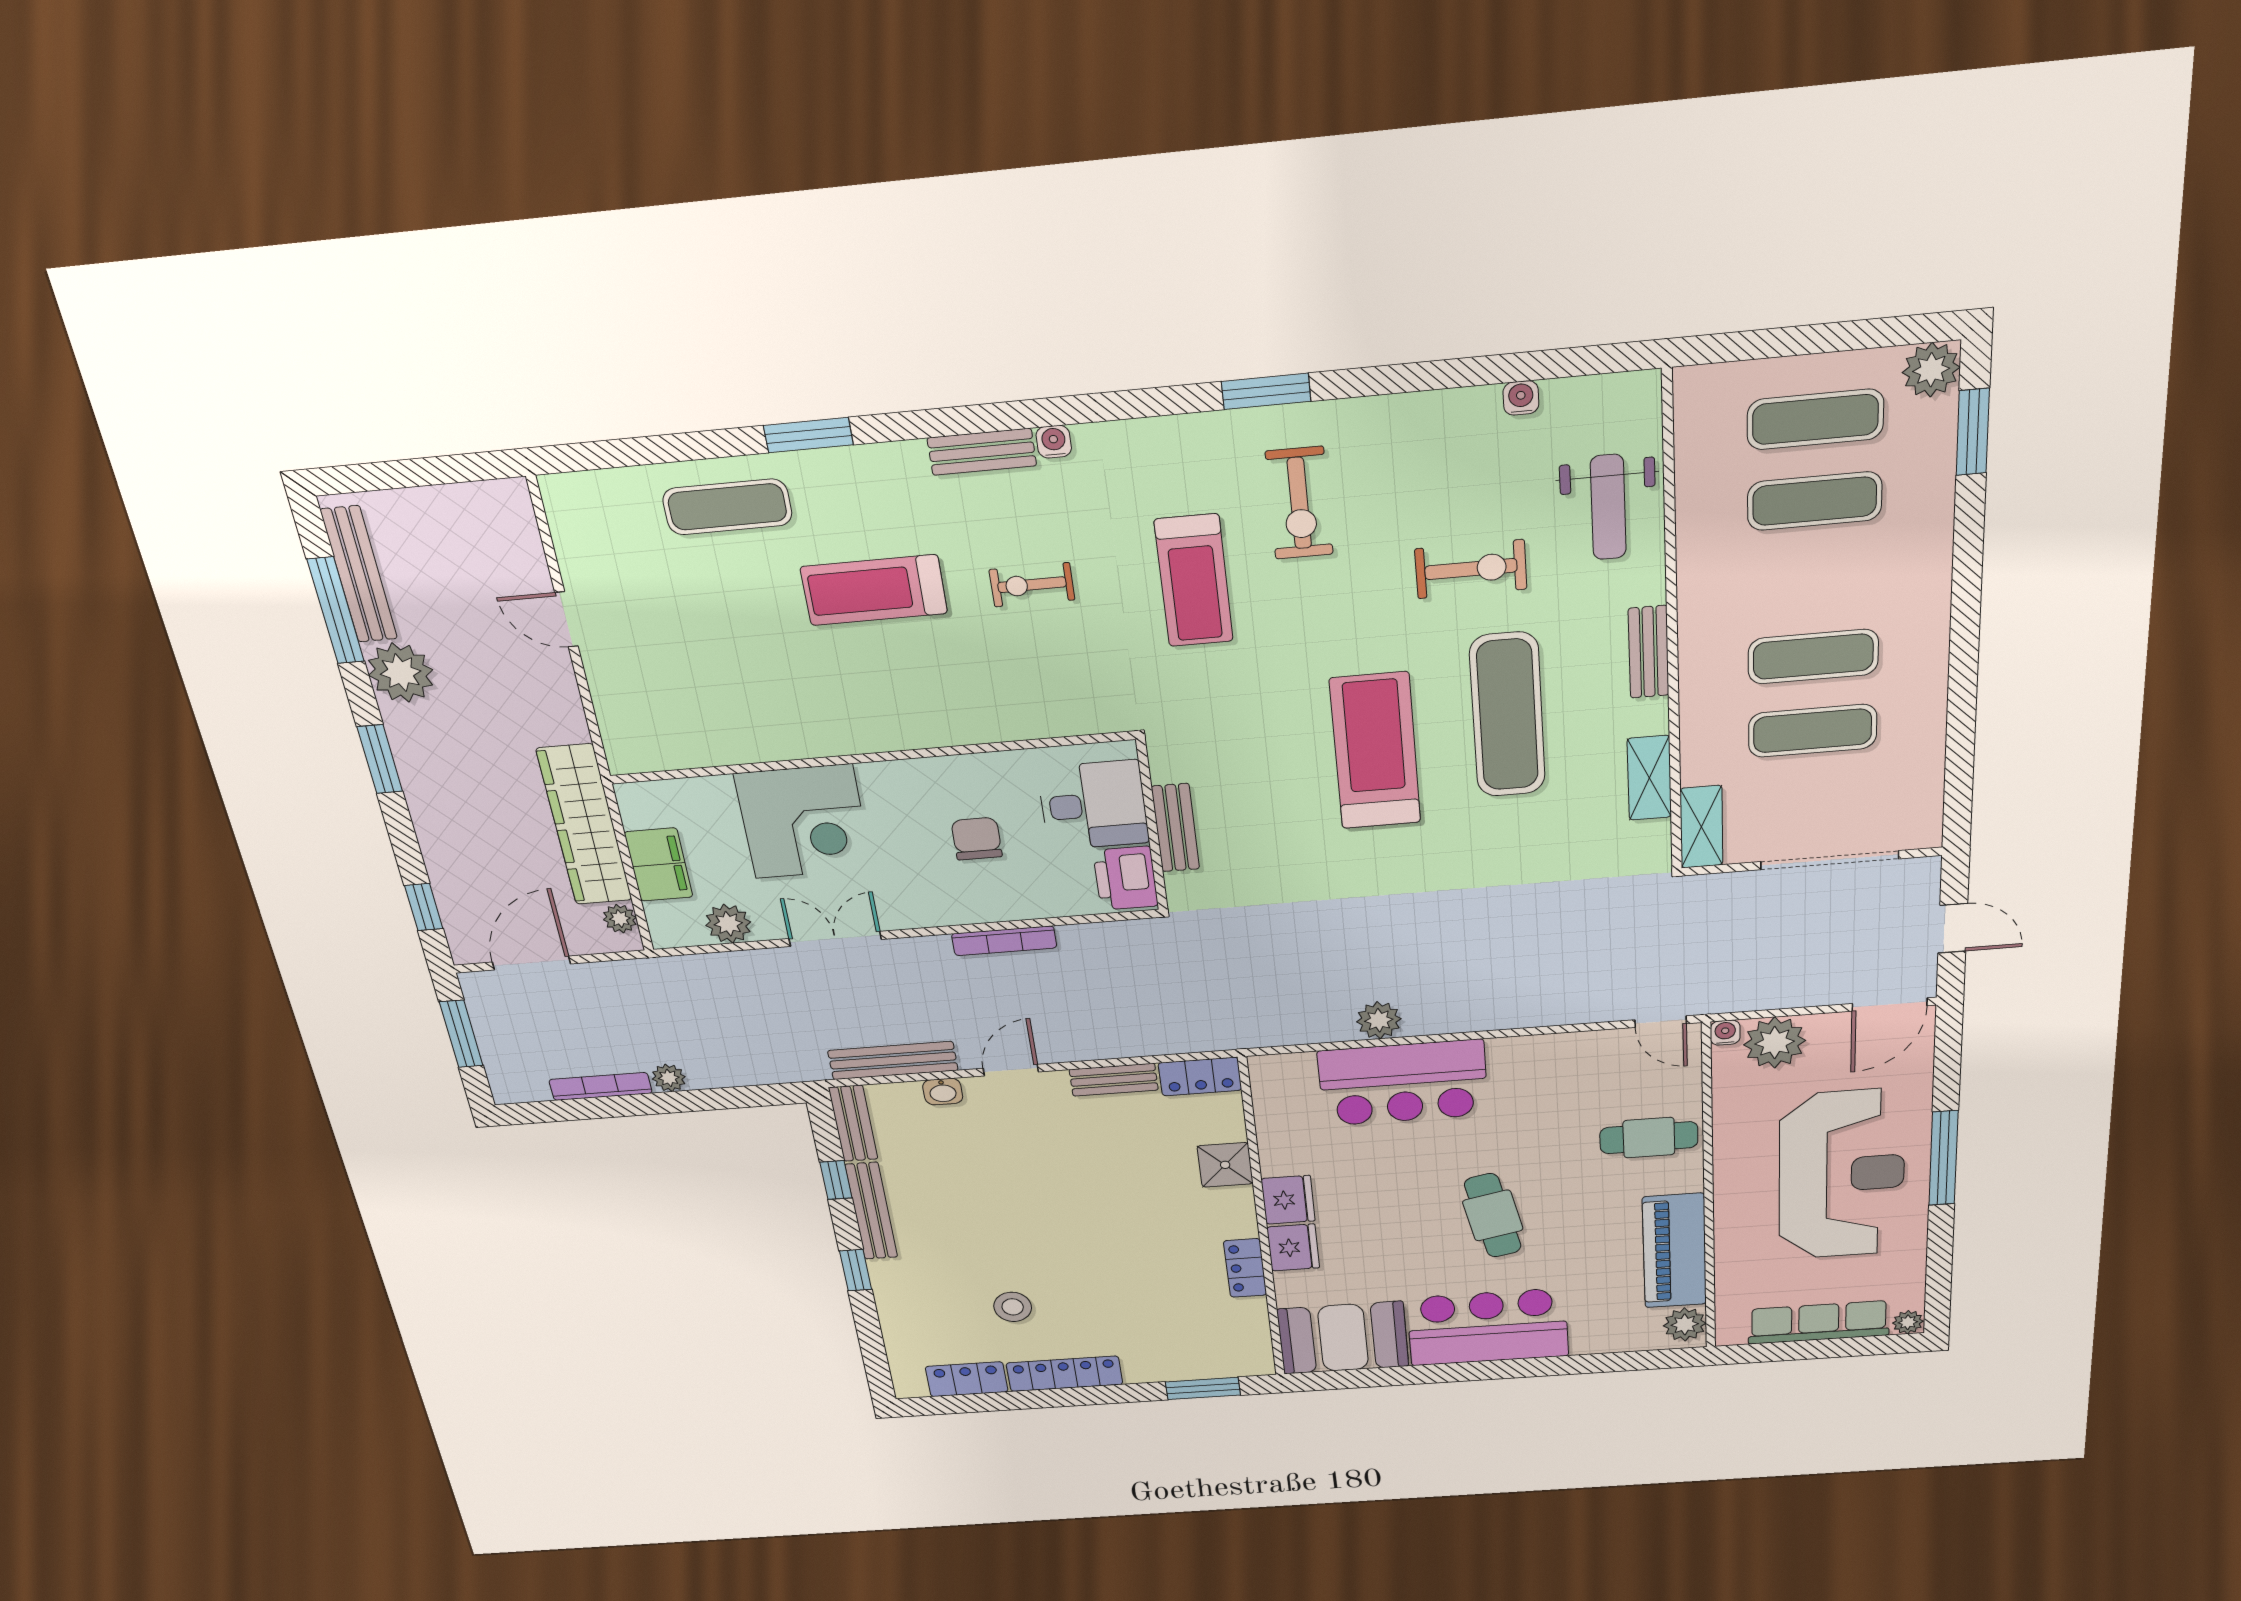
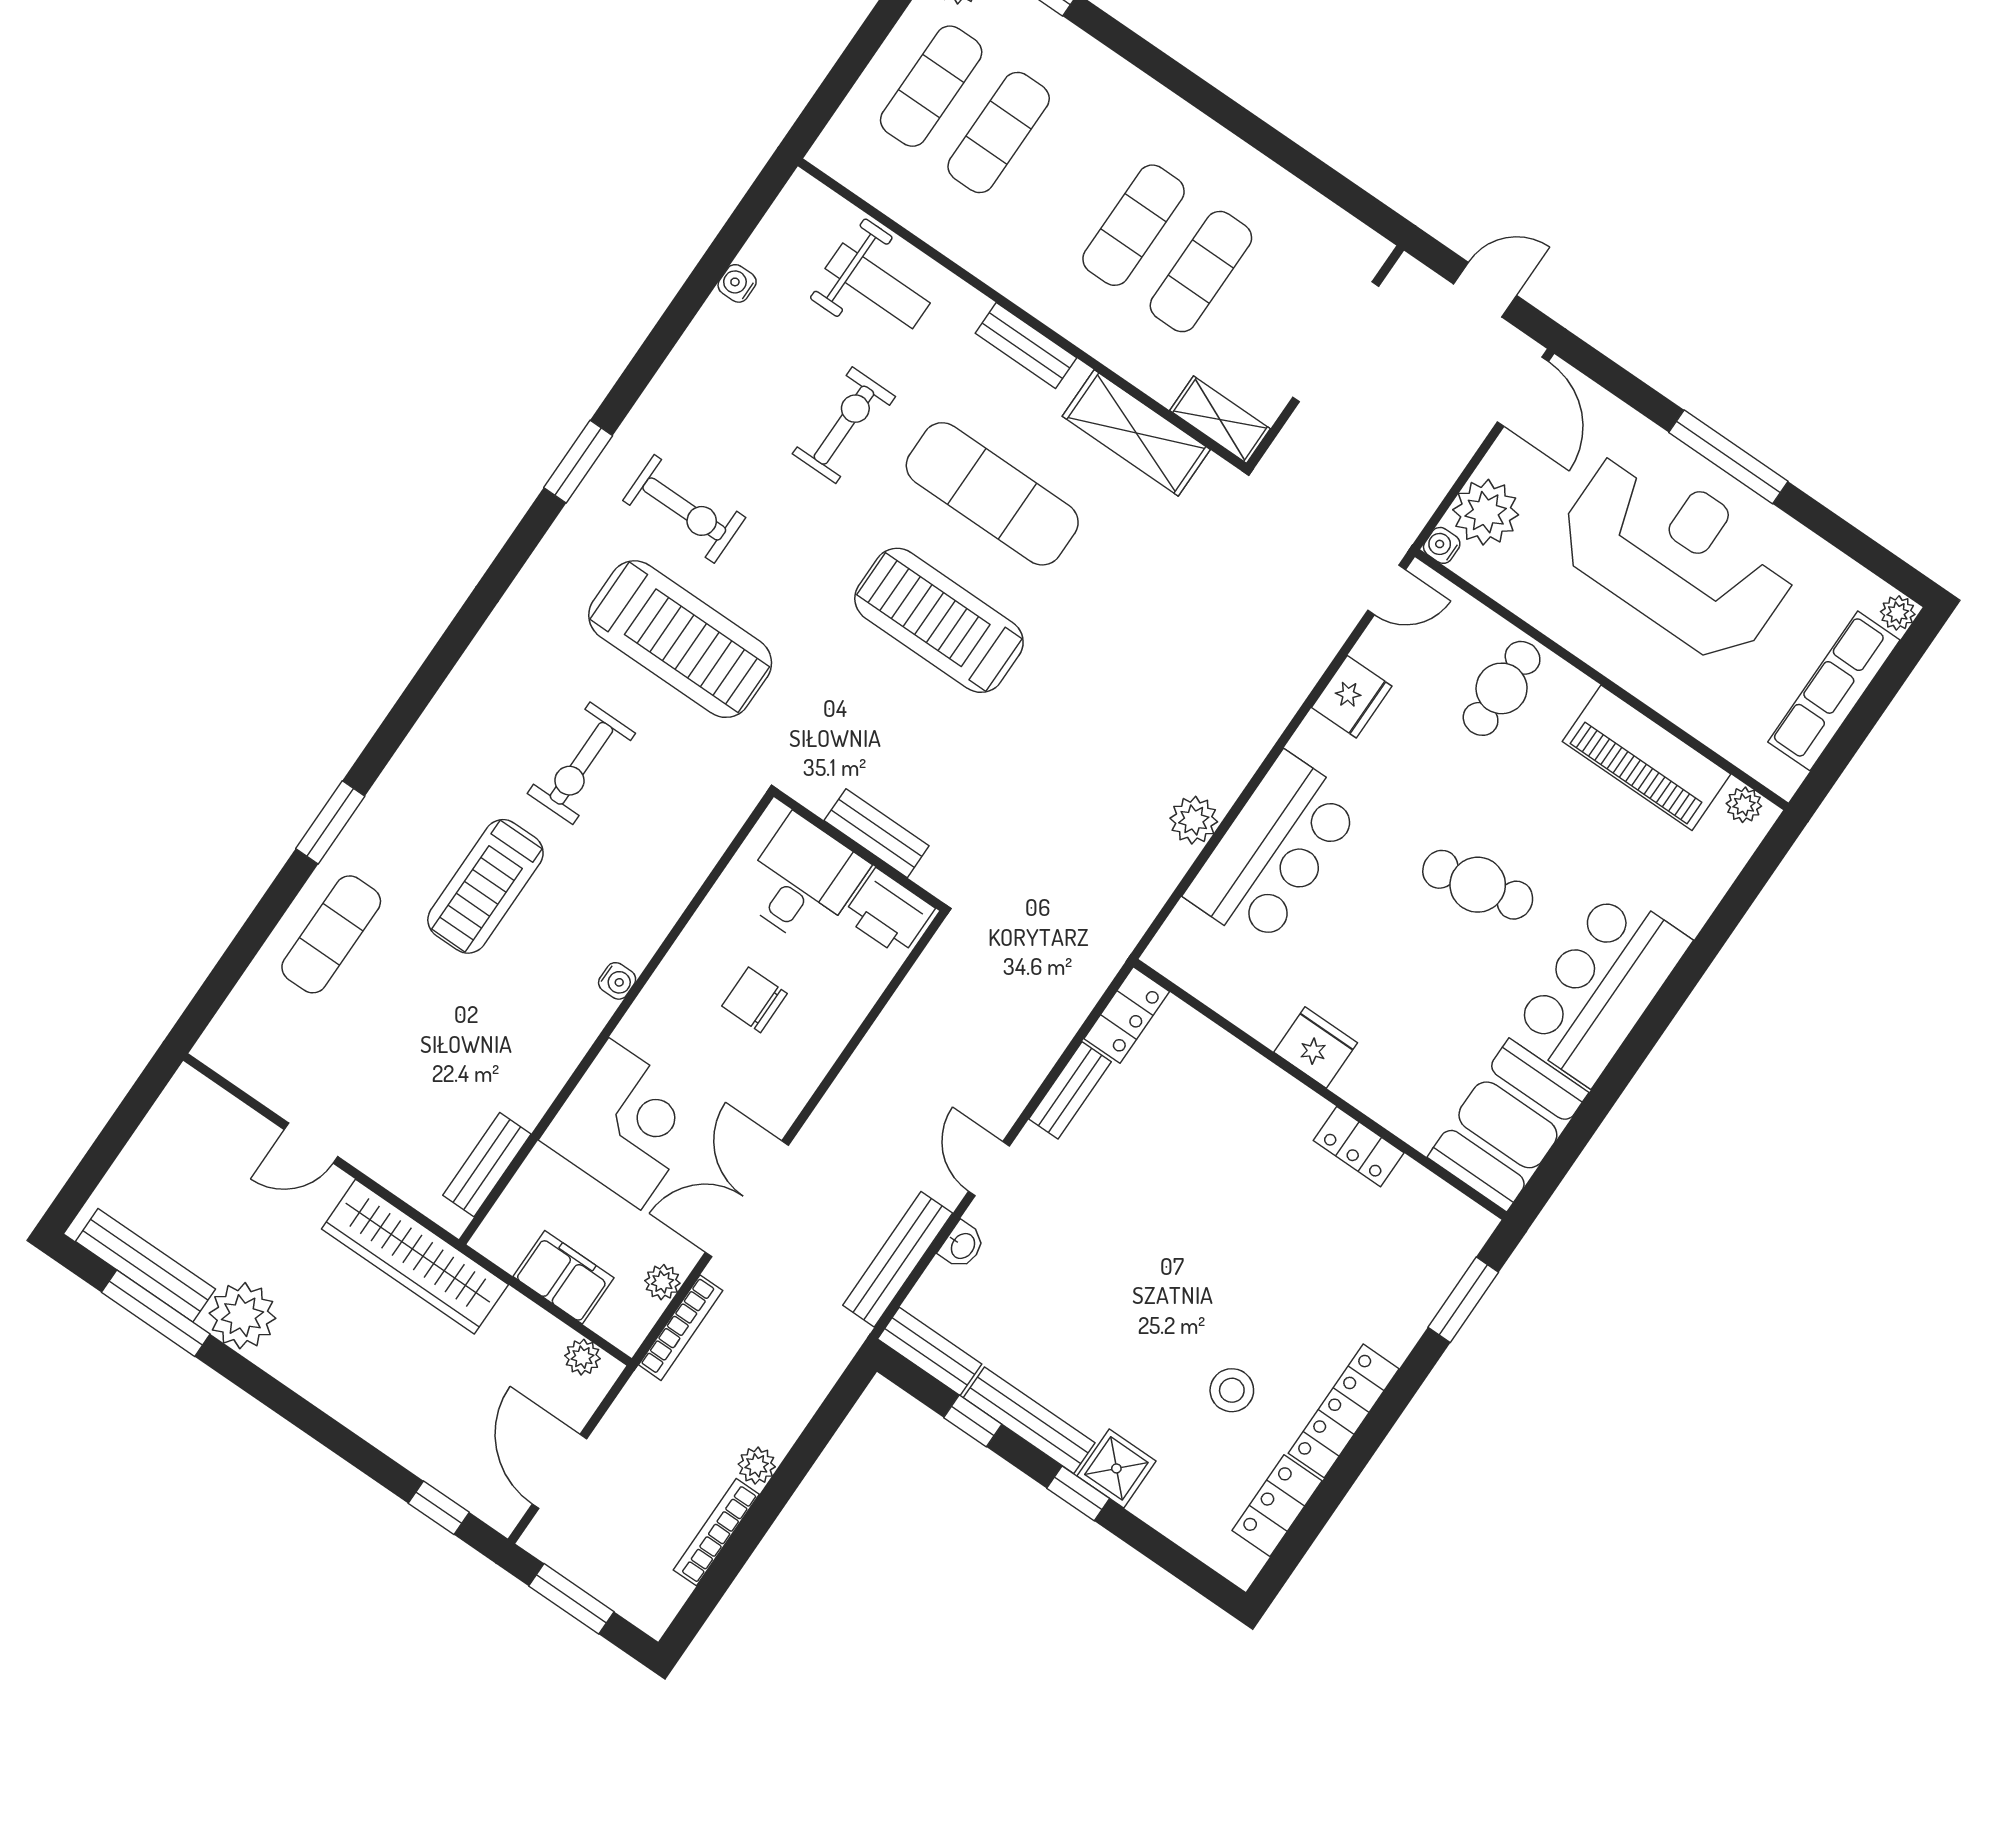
water cooler: (1054, 442) -> (617, 981), moved, turned 180
bench: (982, 452) -> (487, 1165), moved
treadmill: (1194, 581) -> (680, 639), width x1.37, depth x1.38
exercise bike: (1032, 585) -> (581, 763), width x1.38, depth x1.39
window: (380, 759) -> (293, 1408), removed
shelving: (1649, 778) -> (1136, 433), width x1.50, depth x1.33
wardrobe: (584, 825) -> (415, 1257), moved
plant: (728, 924) -> (662, 1282), width x0.73, depth x0.73
double door: (835, 939) -> (747, 1199), width x1.37
bookcase: (1004, 941) -> (681, 1328), moved
shower: (1225, 1165) -> (1116, 1468), moved
fridge: (1293, 1247) -> (1352, 697), moved, turned 90
plant: (1685, 1324) -> (1744, 805), width x0.73, depth x0.73

